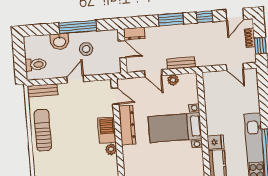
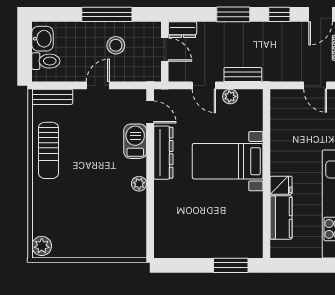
washbasin: (60, 41) -> (42, 39), moved, turned -90
sun lounger: (43, 130) -> (48, 150), turned 180
barbecue: (107, 130) -> (135, 141), moved

